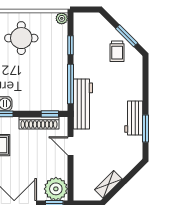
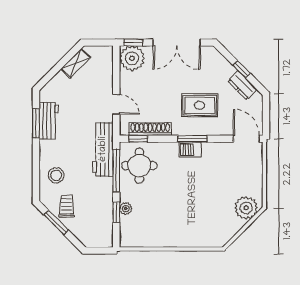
plant: (62, 18) -> (126, 209), moved
round table: (21, 38) -> (139, 166), moved
stool: (127, 80) -> (56, 175), added
workbench: (134, 118) -> (49, 121), moved

